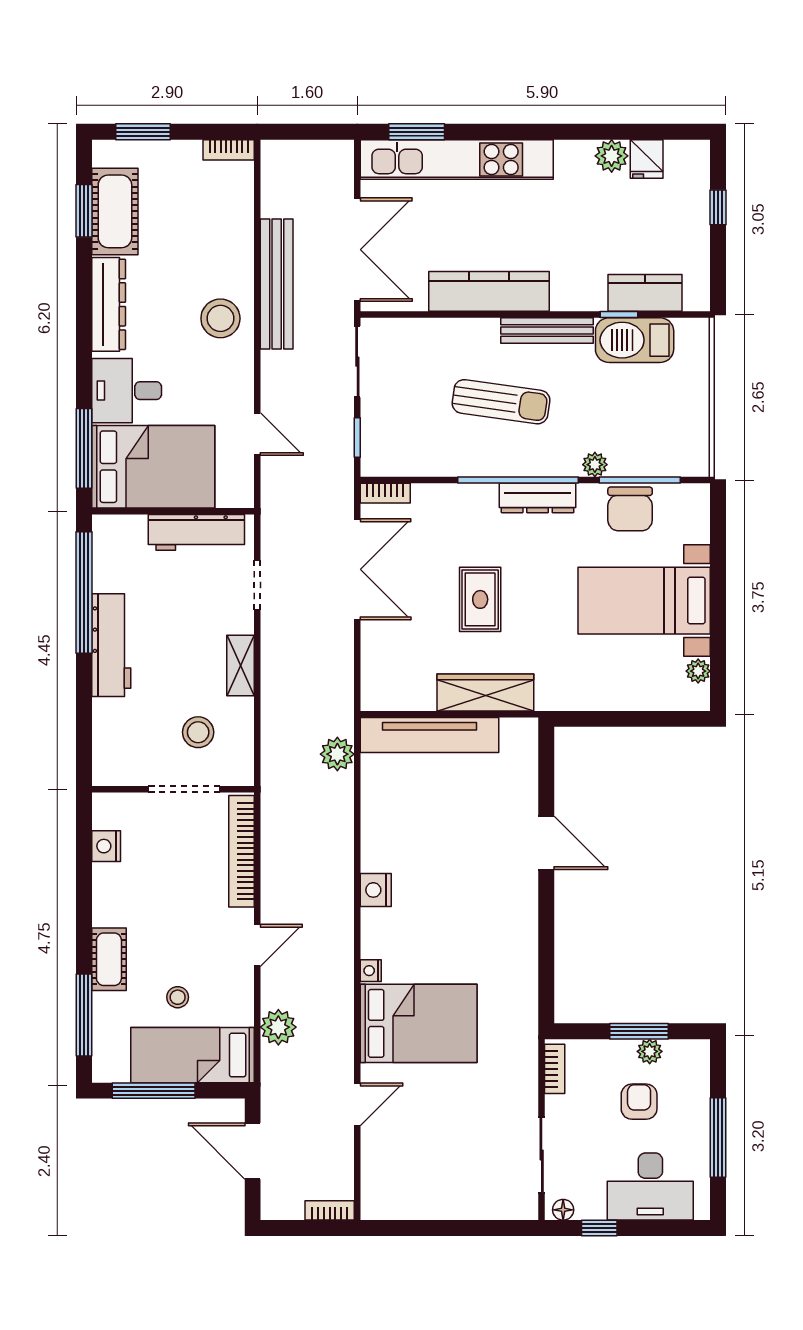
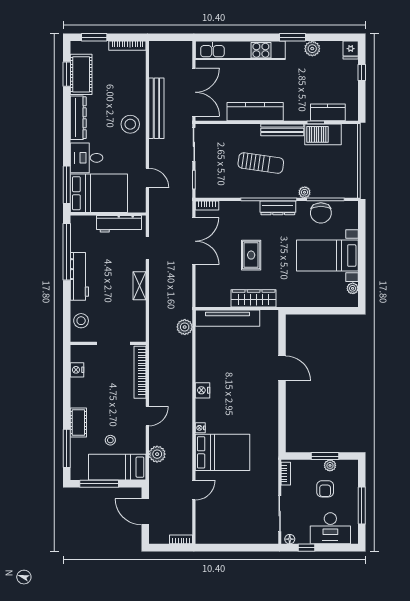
window: (417, 132) -> (293, 37), moved
bookcase: (229, 150) -> (127, 46), width x1.56
fridge: (647, 159) -> (351, 50), moved
stool: (198, 732) -> (81, 321), moved
armchair: (639, 1102) -> (325, 489), turned 180

